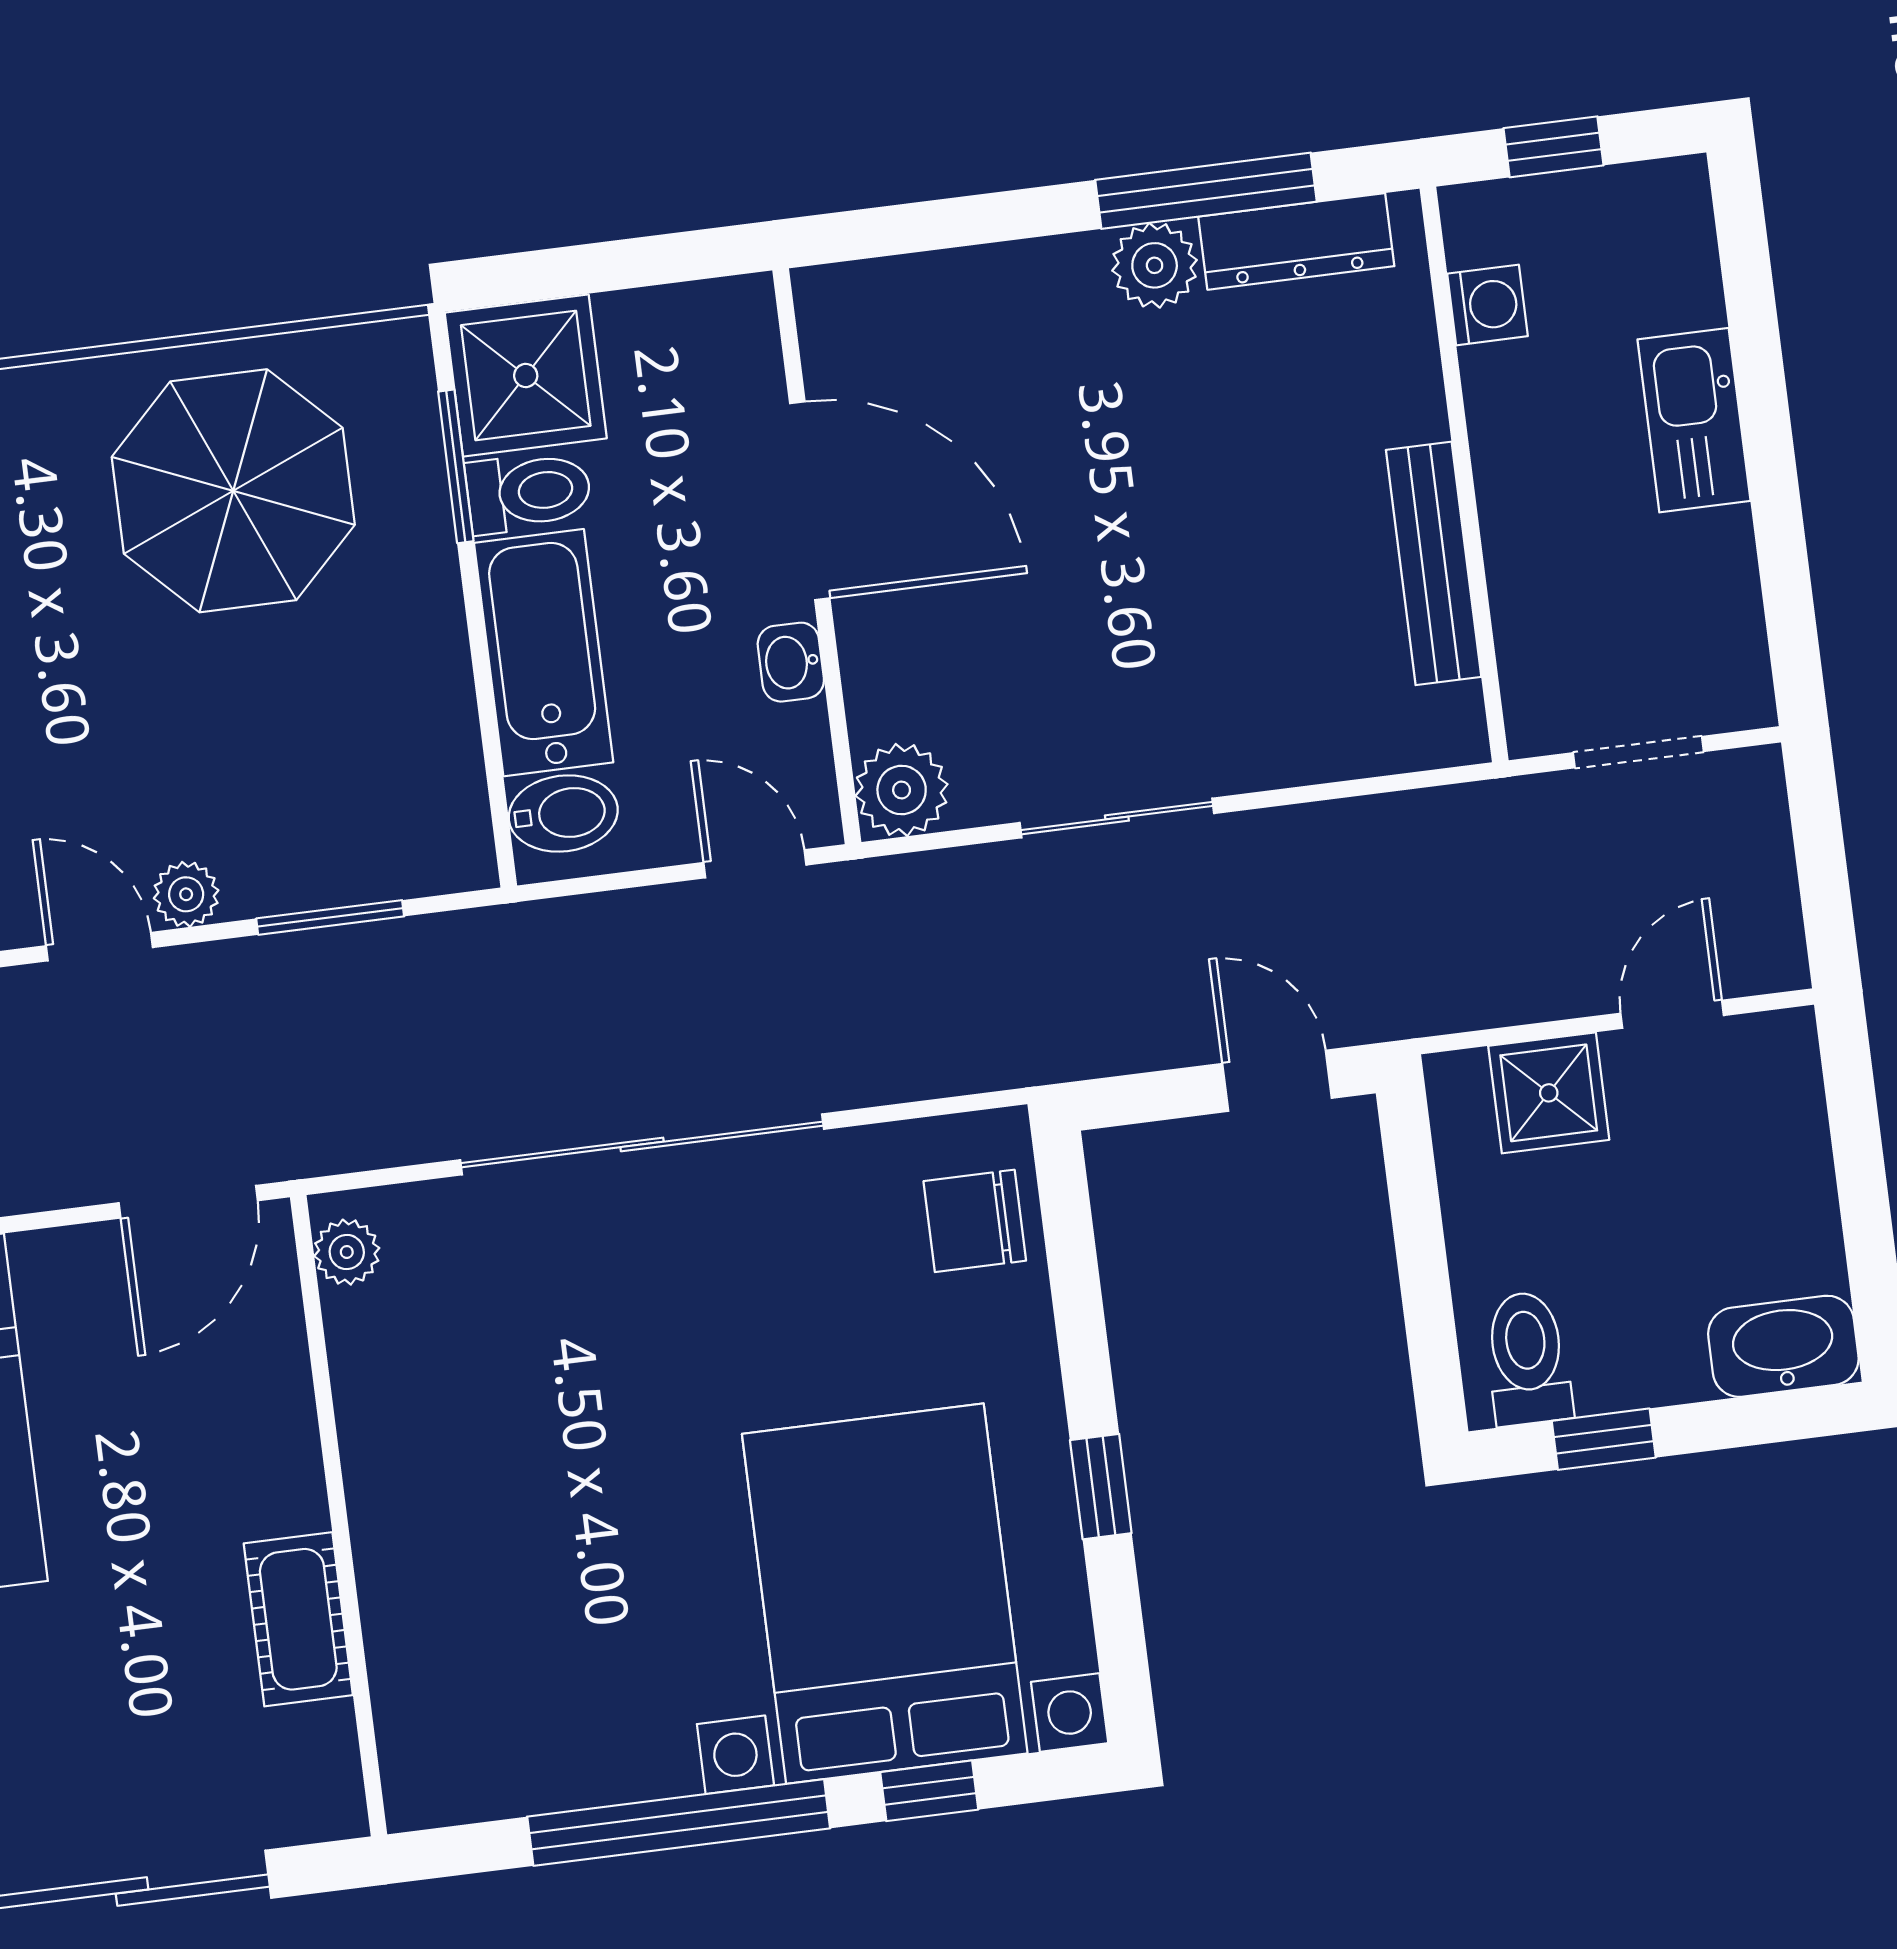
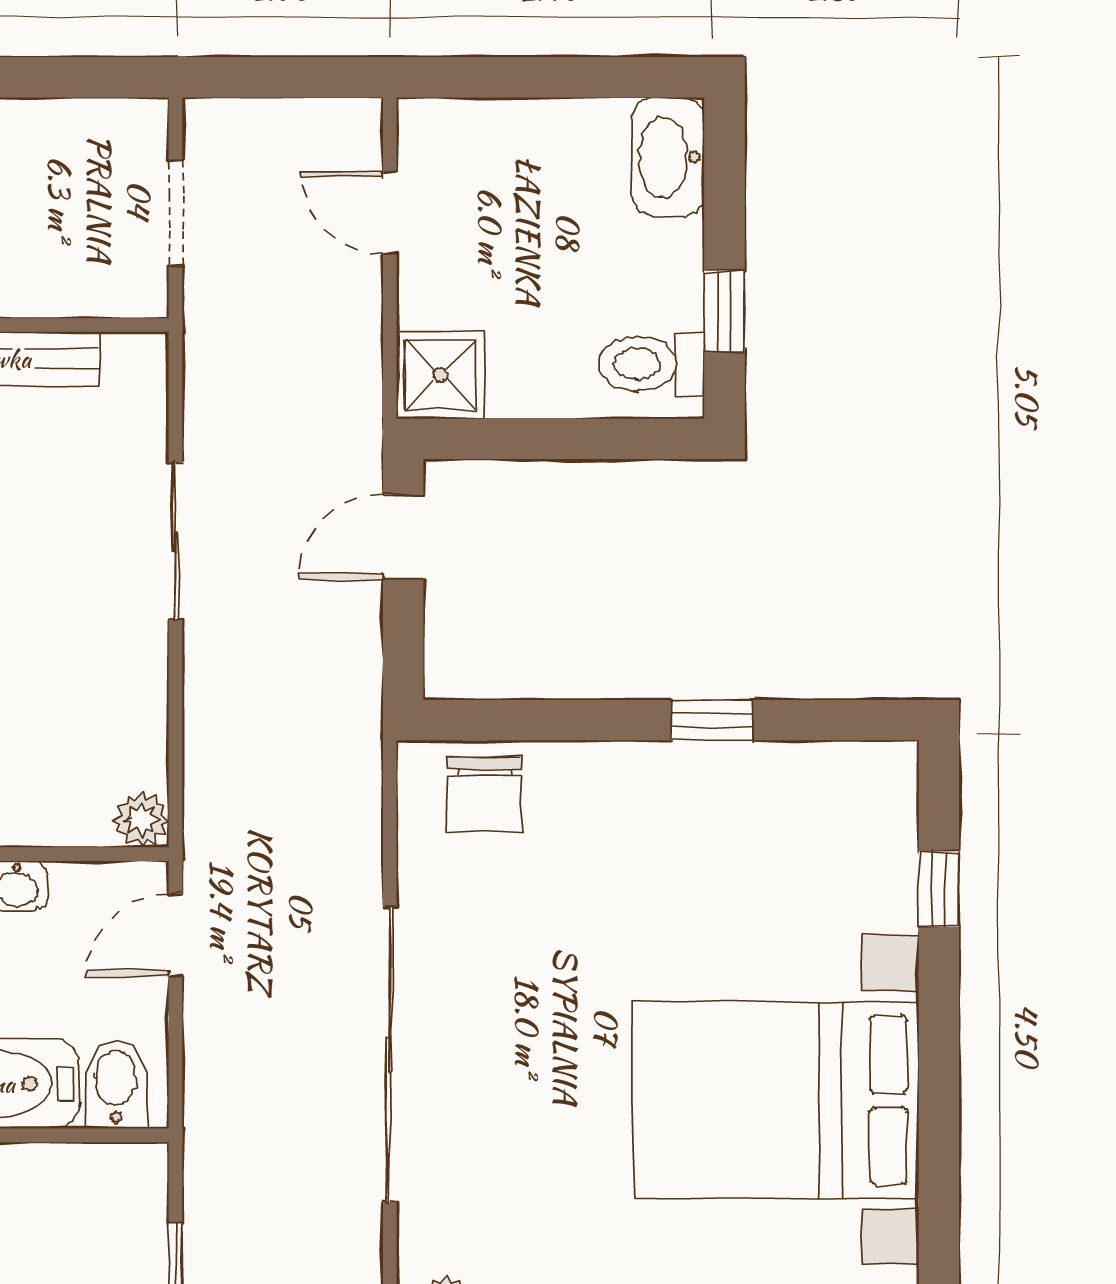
plant: (902, 790) -> (141, 820), width x0.73, depth x0.73
sliding door: (1117, 818) -> (175, 541), moved
shower: (1549, 1093) -> (440, 375), moved
bed with nightstands: (885, 1594) -> (776, 1100), moved
window: (679, 1822) -> (939, 1094), removed

